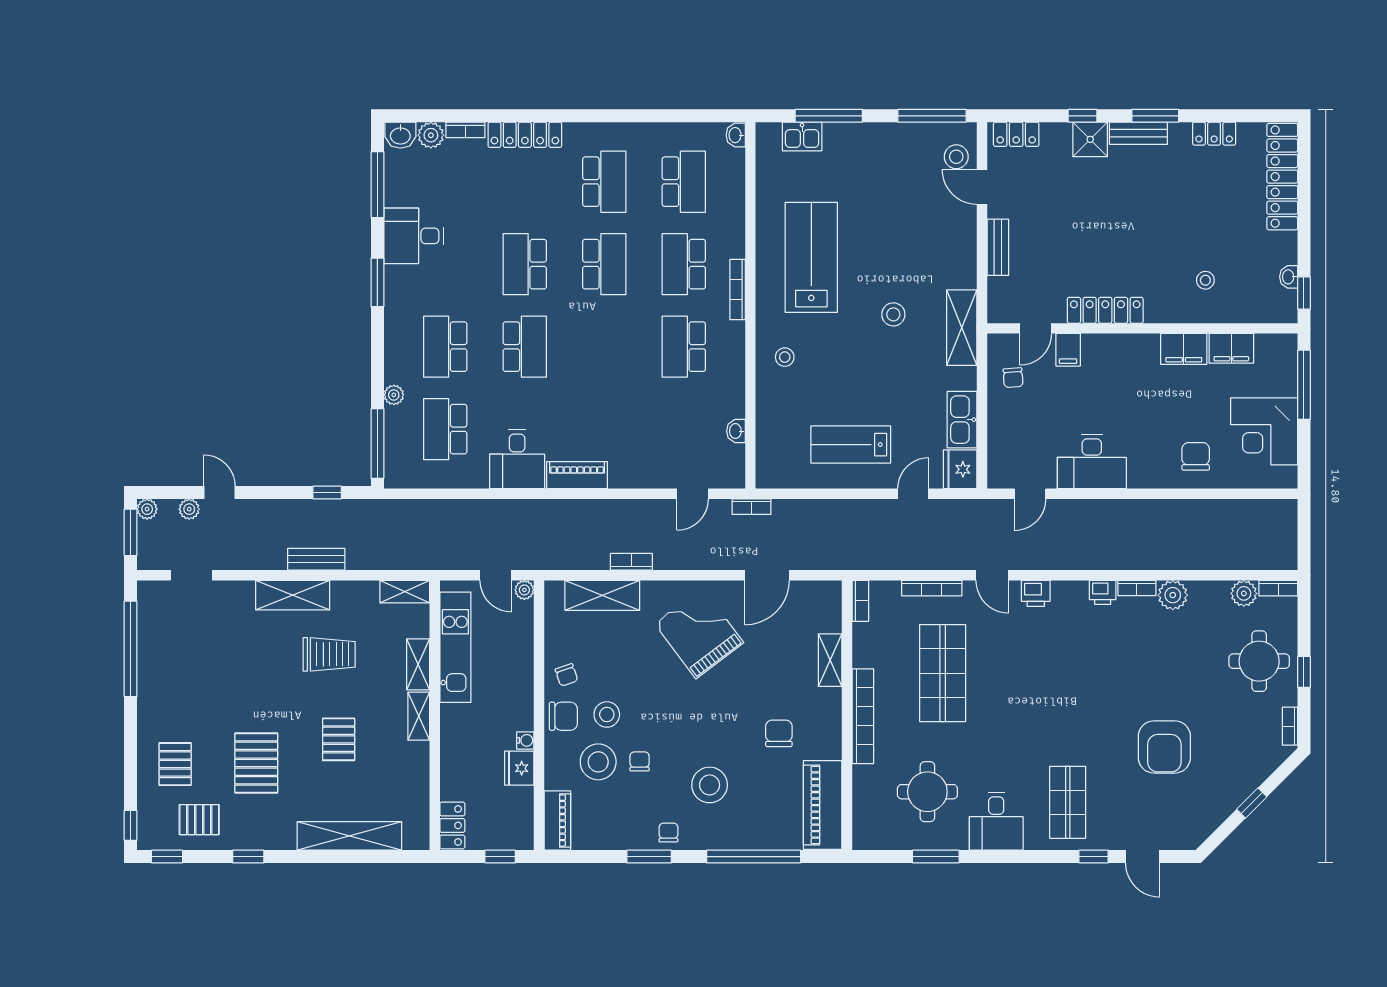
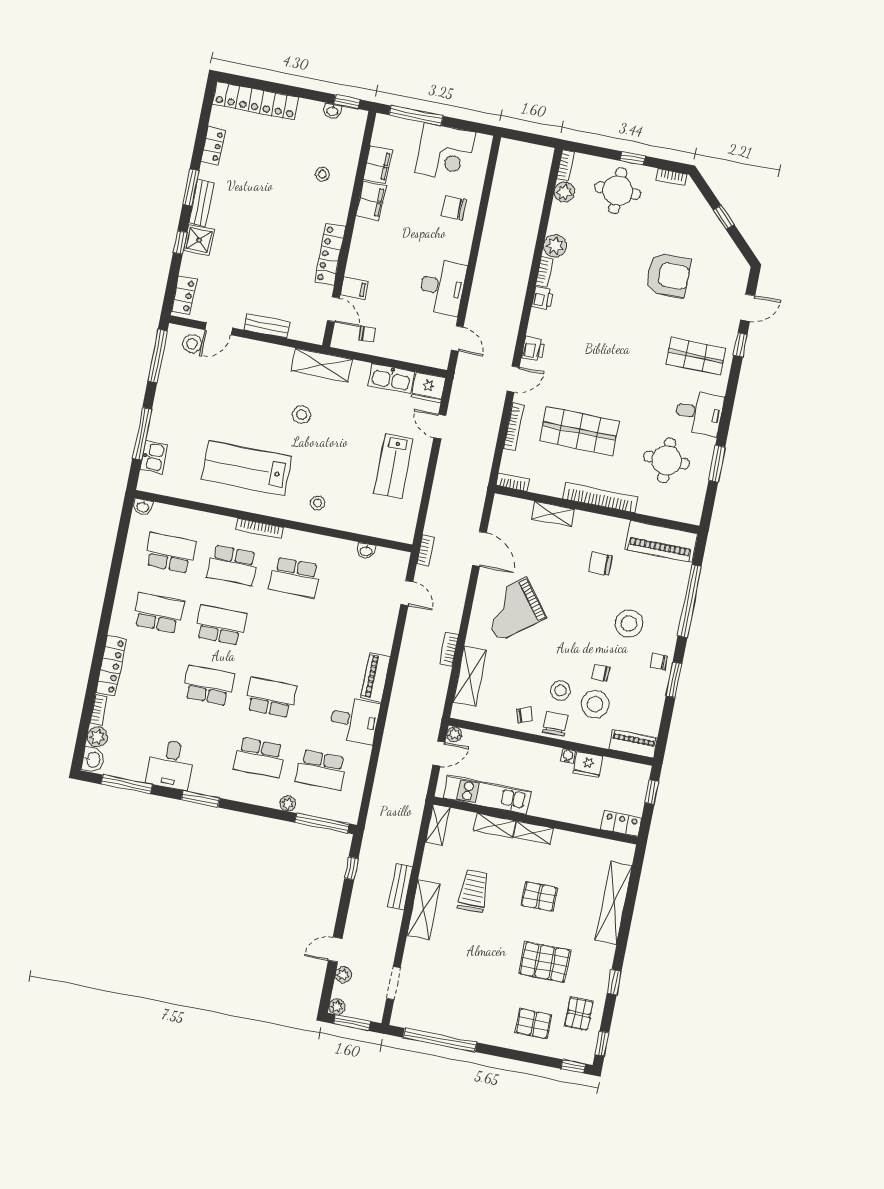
school desk: (525, 264) -> (209, 685), turned 180

